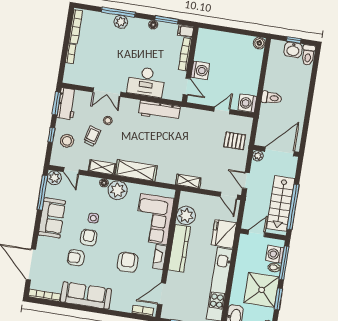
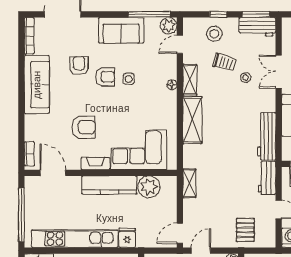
workbench: (194, 116) -> (267, 178), added
plant: (118, 190) -> (166, 102), removed
fridge: (224, 234) -> (127, 238), width x0.53, depth x0.75

